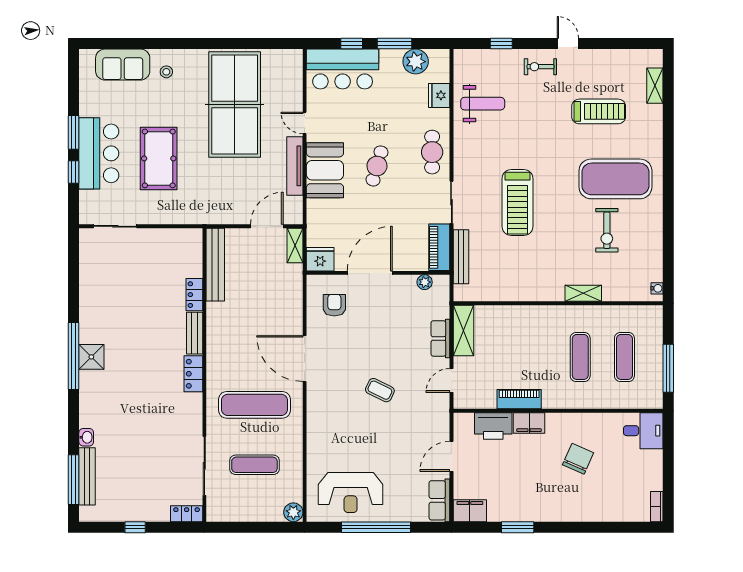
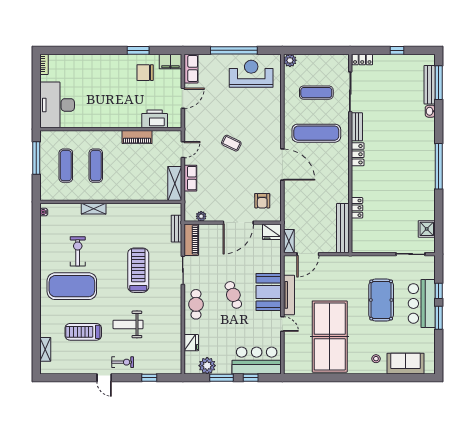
weight bench: (483, 104) -> (128, 324), moved
cafe table: (377, 166) -> (233, 295), turned -37
bench: (461, 257) -> (177, 229), width x0.73
bench: (195, 333) -> (357, 127), moved
shower: (91, 357) -> (427, 229), moved
filing cabinet: (529, 423) -> (130, 121), removed
desk: (643, 431) -> (57, 105), width x1.87, depth x1.30
chair: (578, 459) -> (145, 73), moved, turned 66

